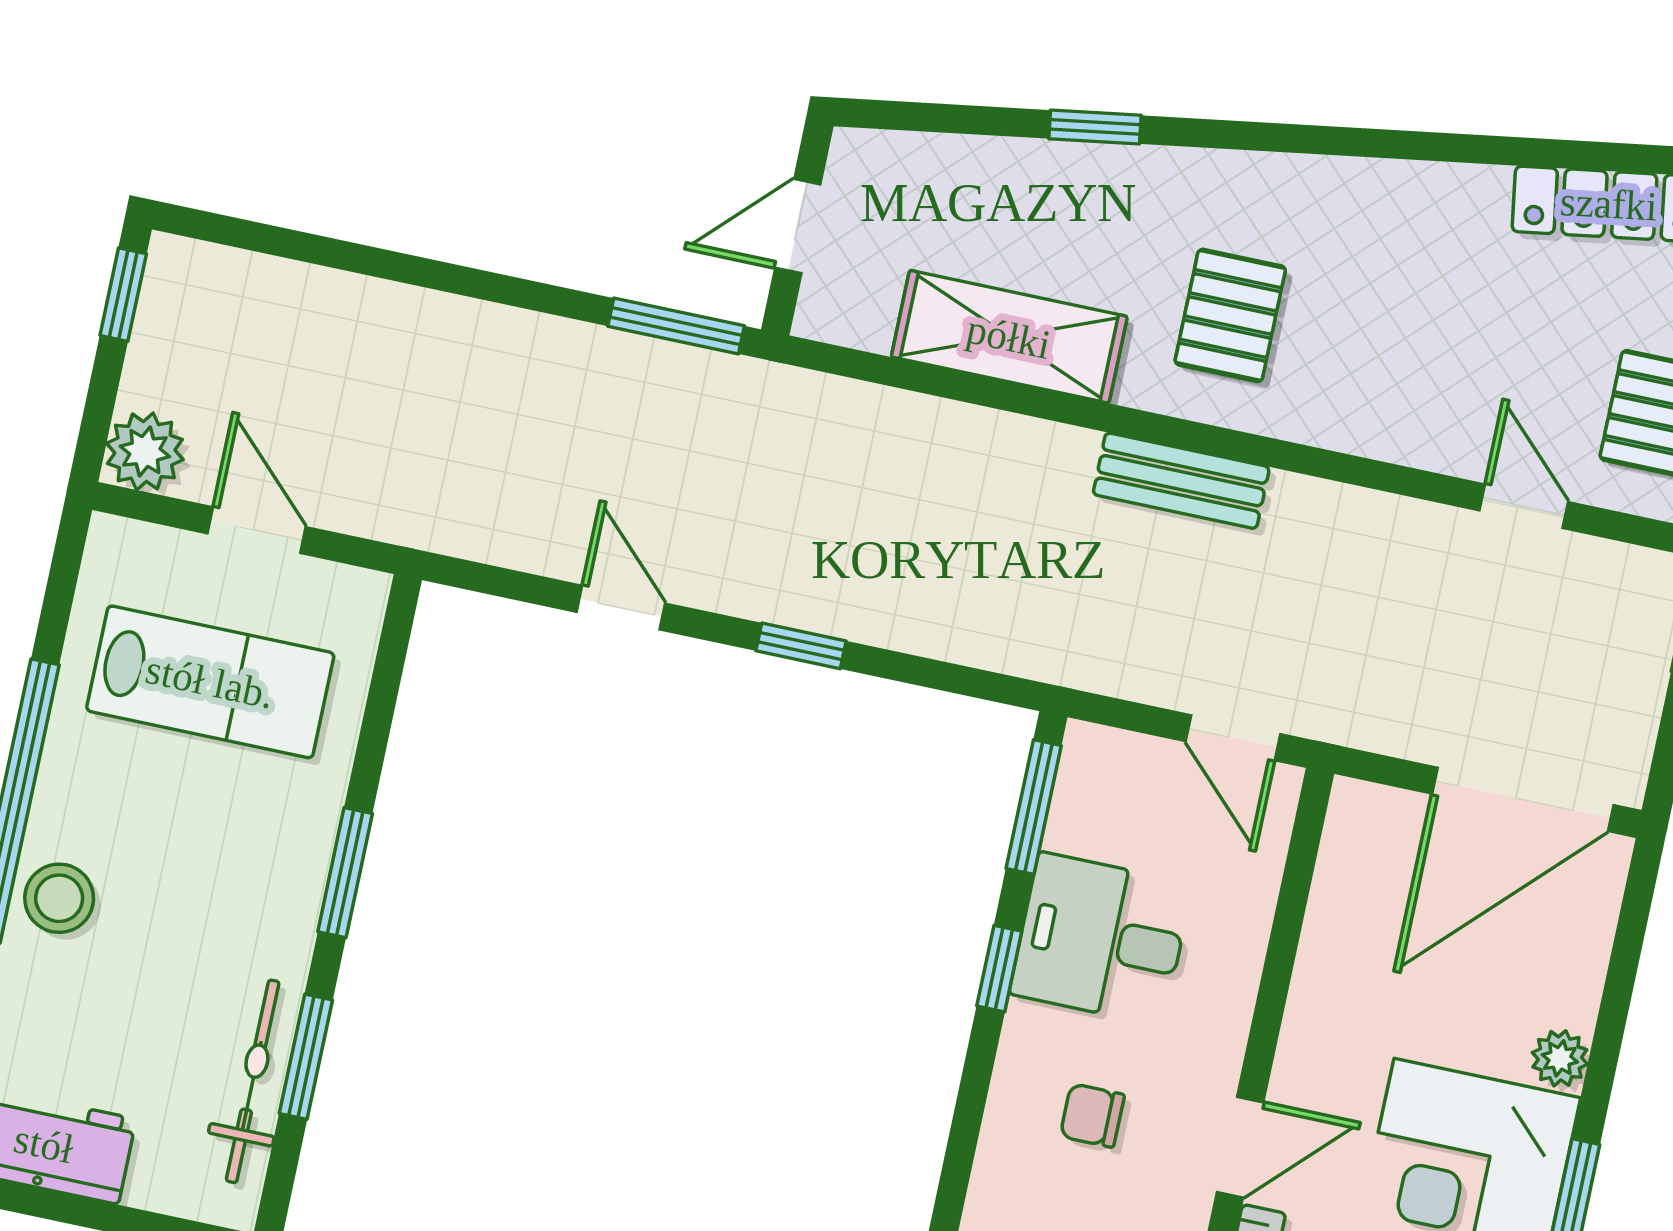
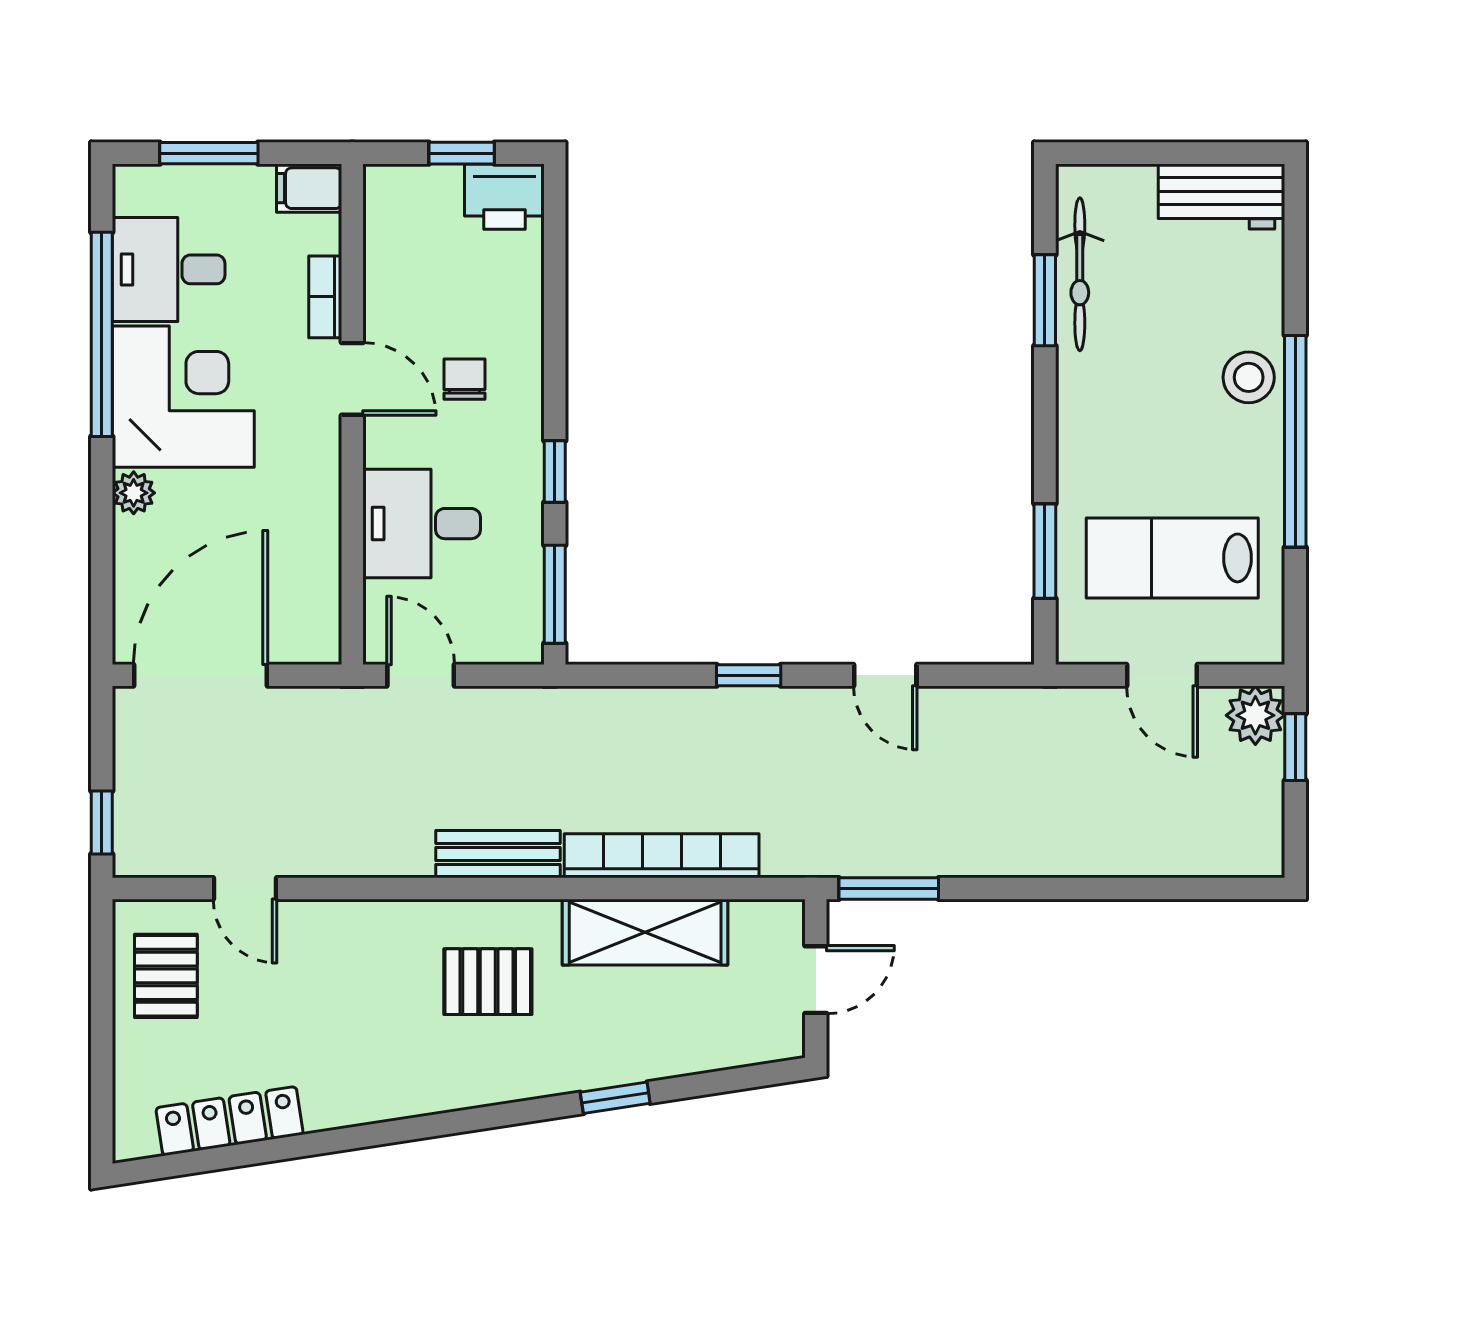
window: (123, 295) -> (1295, 747), moved
pallet: (1230, 315) -> (488, 982), turned 90
bookcase: (966, 433) -> (662, 856), added
window: (345, 873) -> (1045, 551), moved
desk: (1101, 939) -> (422, 524), moved, turned 180
chair: (1092, 1115) -> (465, 379), turned -90
door: (1240, 1147) -> (352, 379), swing flipped

